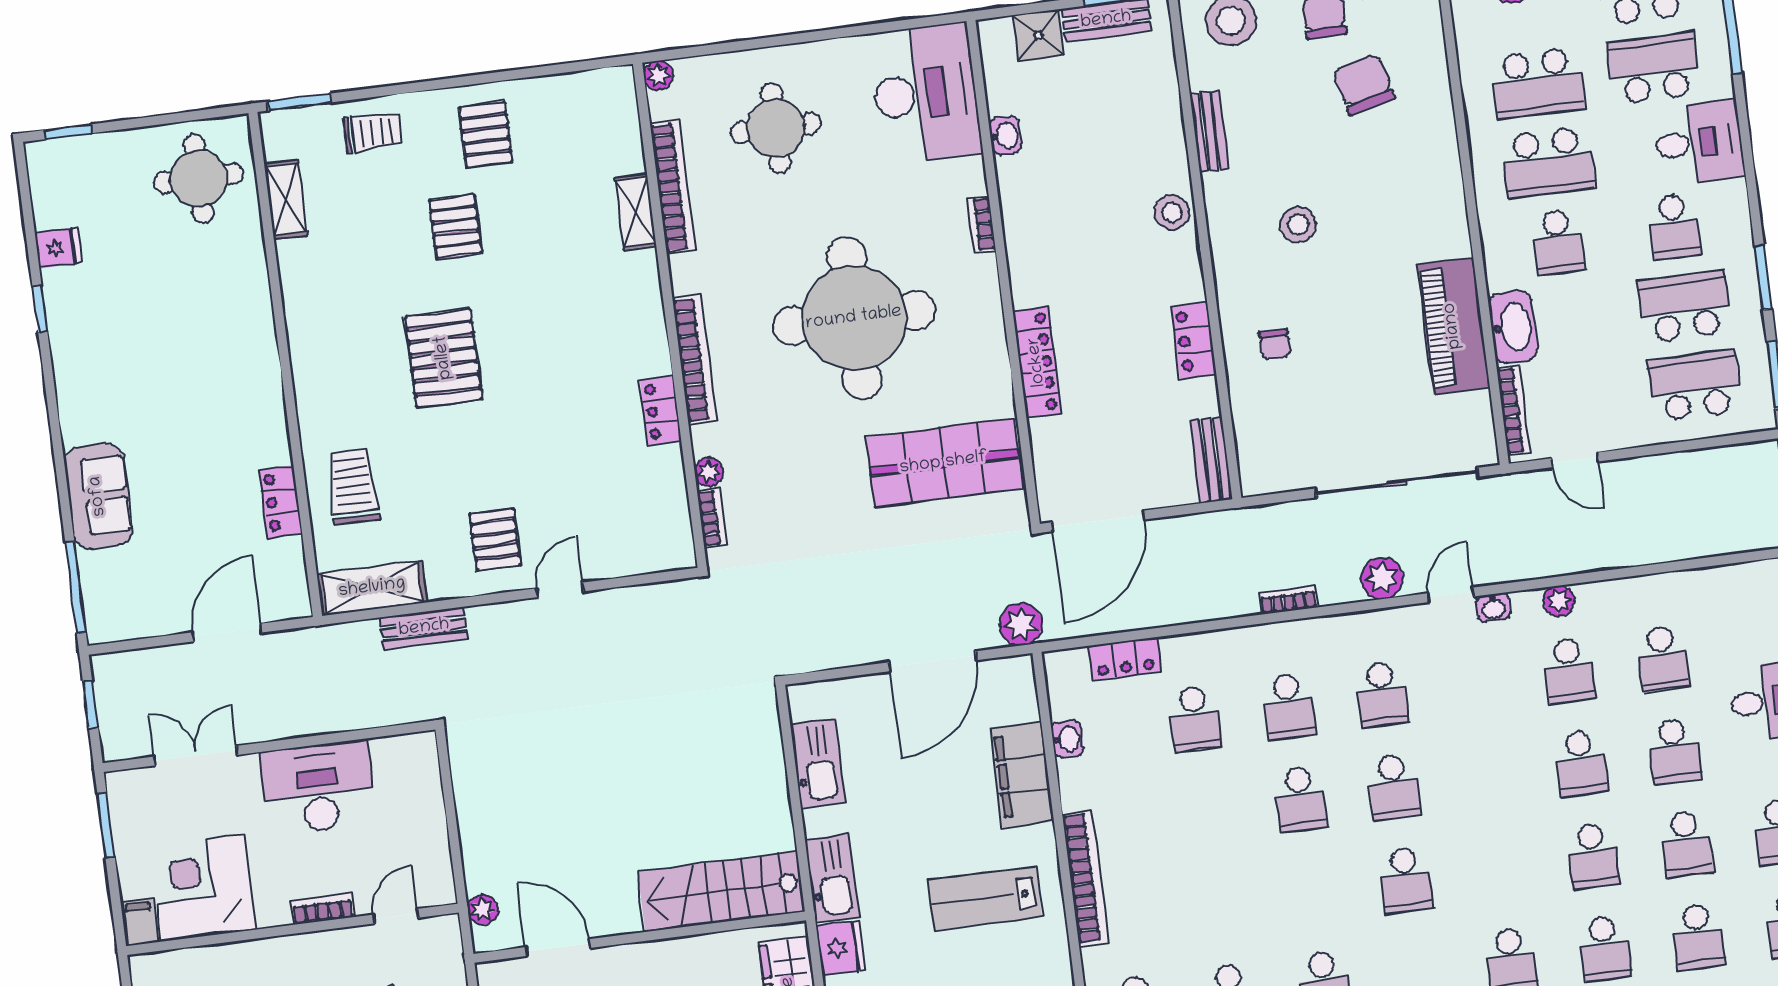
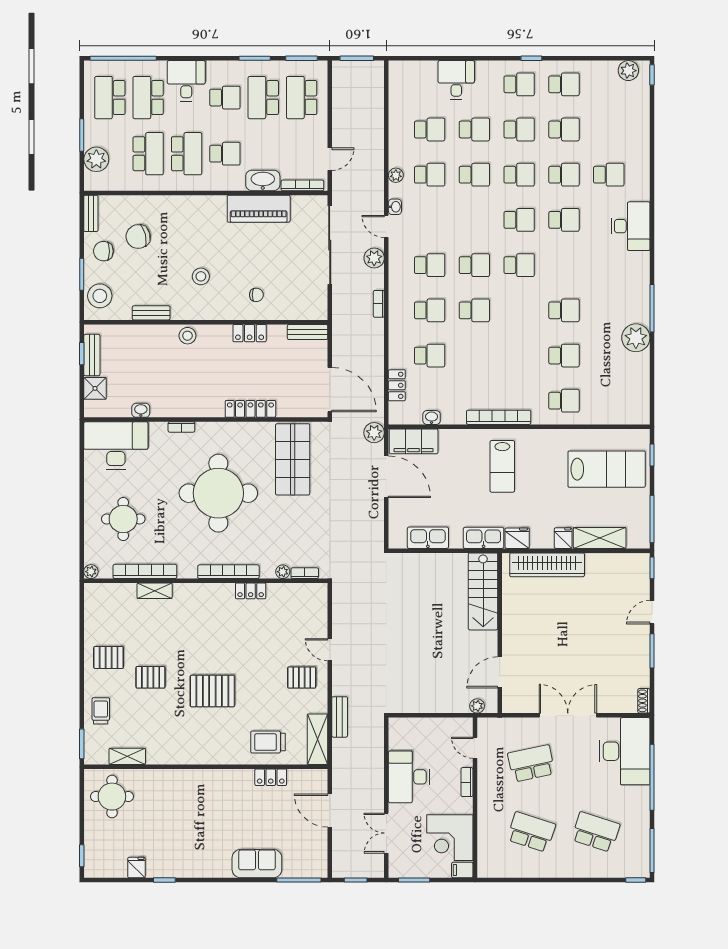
filing cabinet: (1022, 774) -> (414, 441), moved
school desk: (1499, 868) -> (519, 220), added

